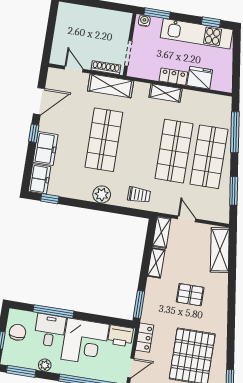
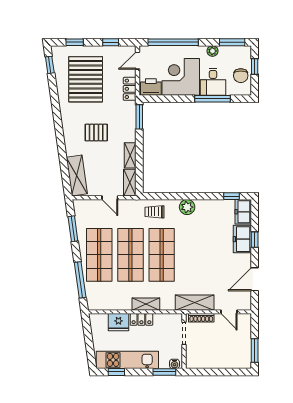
window: (52, 21) -> (255, 350), added
window: (34, 133) -> (255, 240), moved
shop shelf: (104, 140) -> (162, 255), moved

